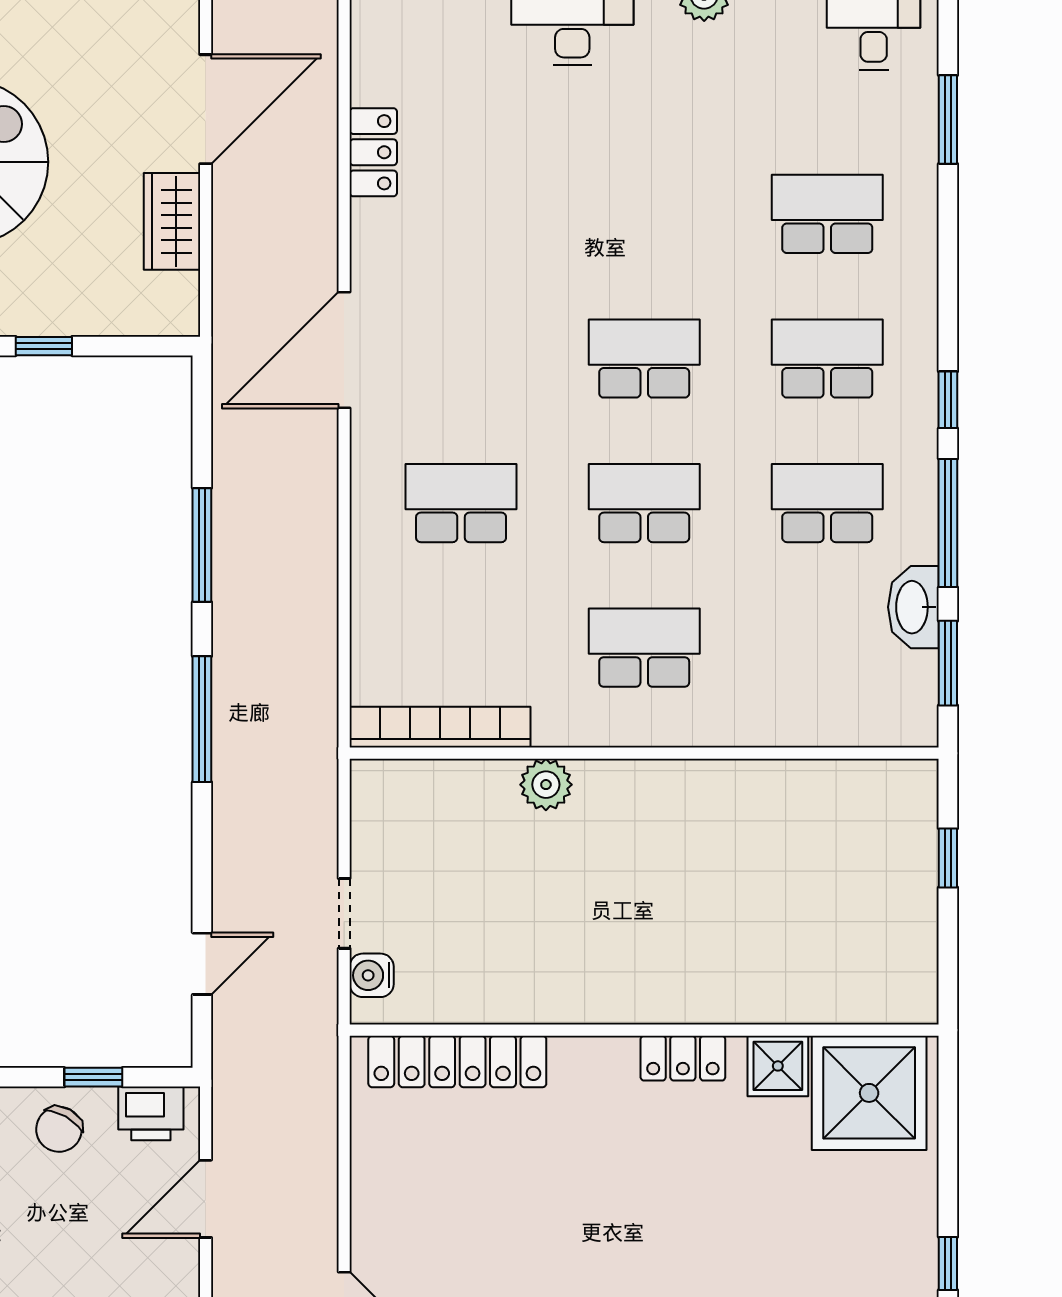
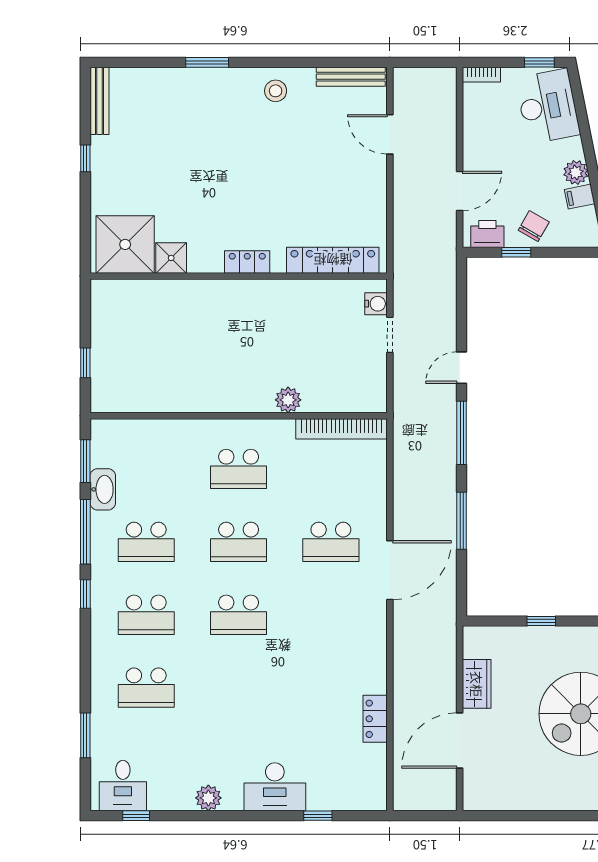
door: (344, 350) -> (390, 570), moved
door: (202, 964) -> (462, 368), moved
locker: (683, 1058) -> (247, 262), moved

